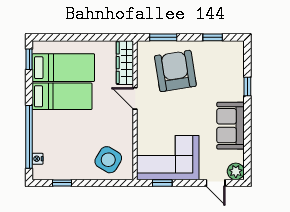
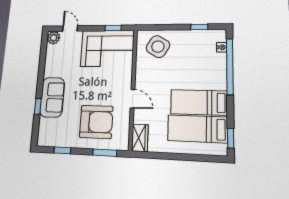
wardrobe: (125, 63) -> (140, 138), width x0.67
armchair: (175, 71) -> (96, 122), turned -81
sofa: (231, 126) -> (52, 97), moved

